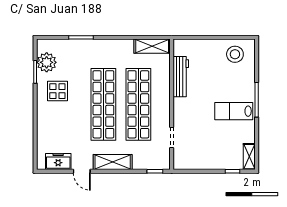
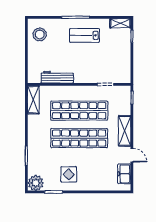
plant: (47, 62) -> (36, 183), moved
lab bench: (234, 111) -> (85, 35), turned 90
door: (82, 171) -> (132, 155), hinge flipped

